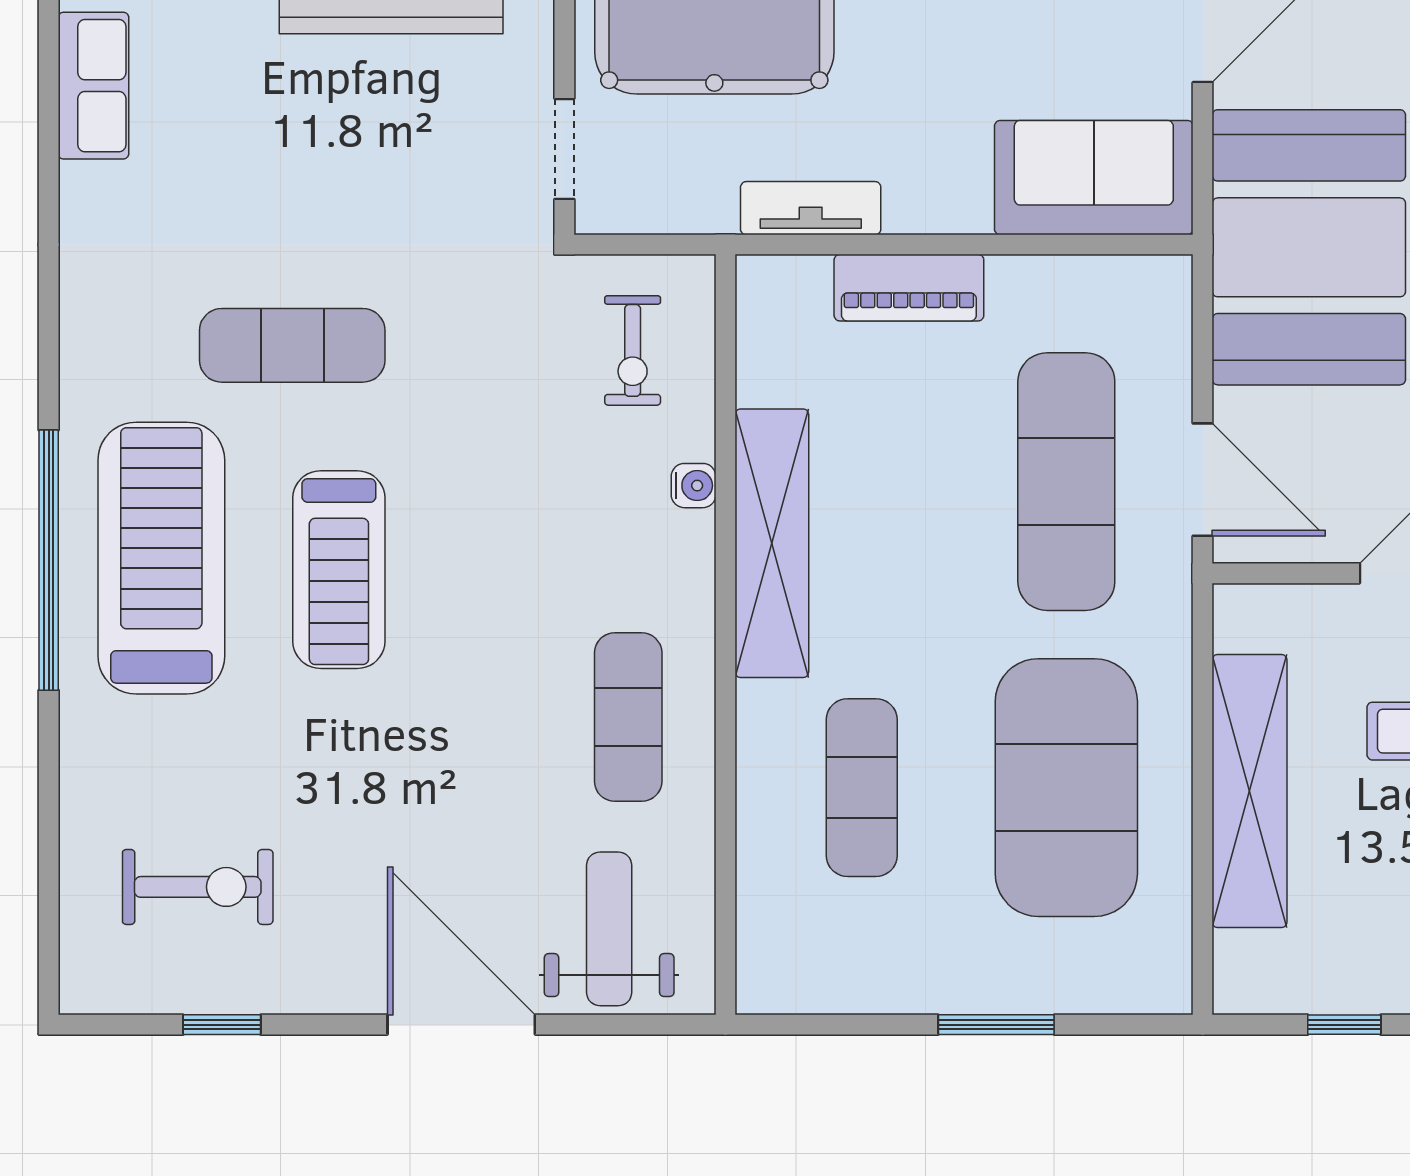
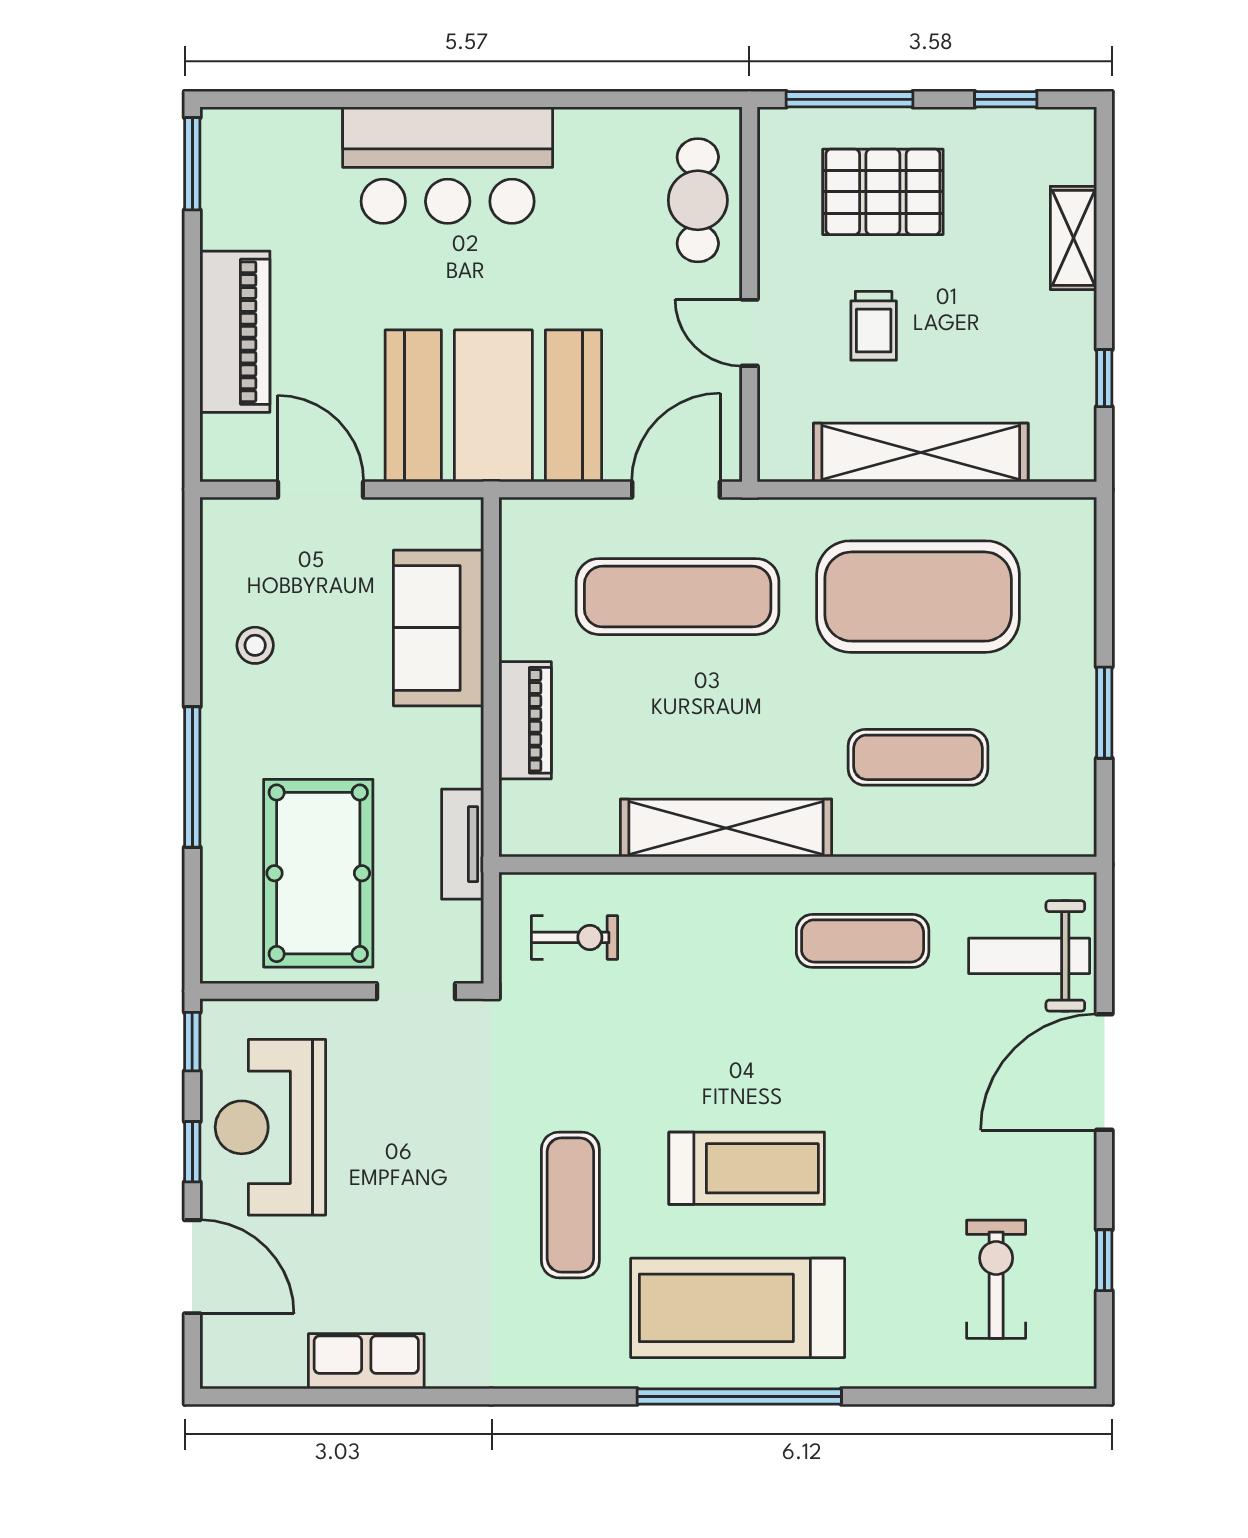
sofa: (1094, 178) -> (439, 628), moved
tv unit: (811, 208) -> (463, 844), moved
water cooler: (694, 486) -> (681, 890), removed
window: (996, 1025) -> (1104, 713), moved

